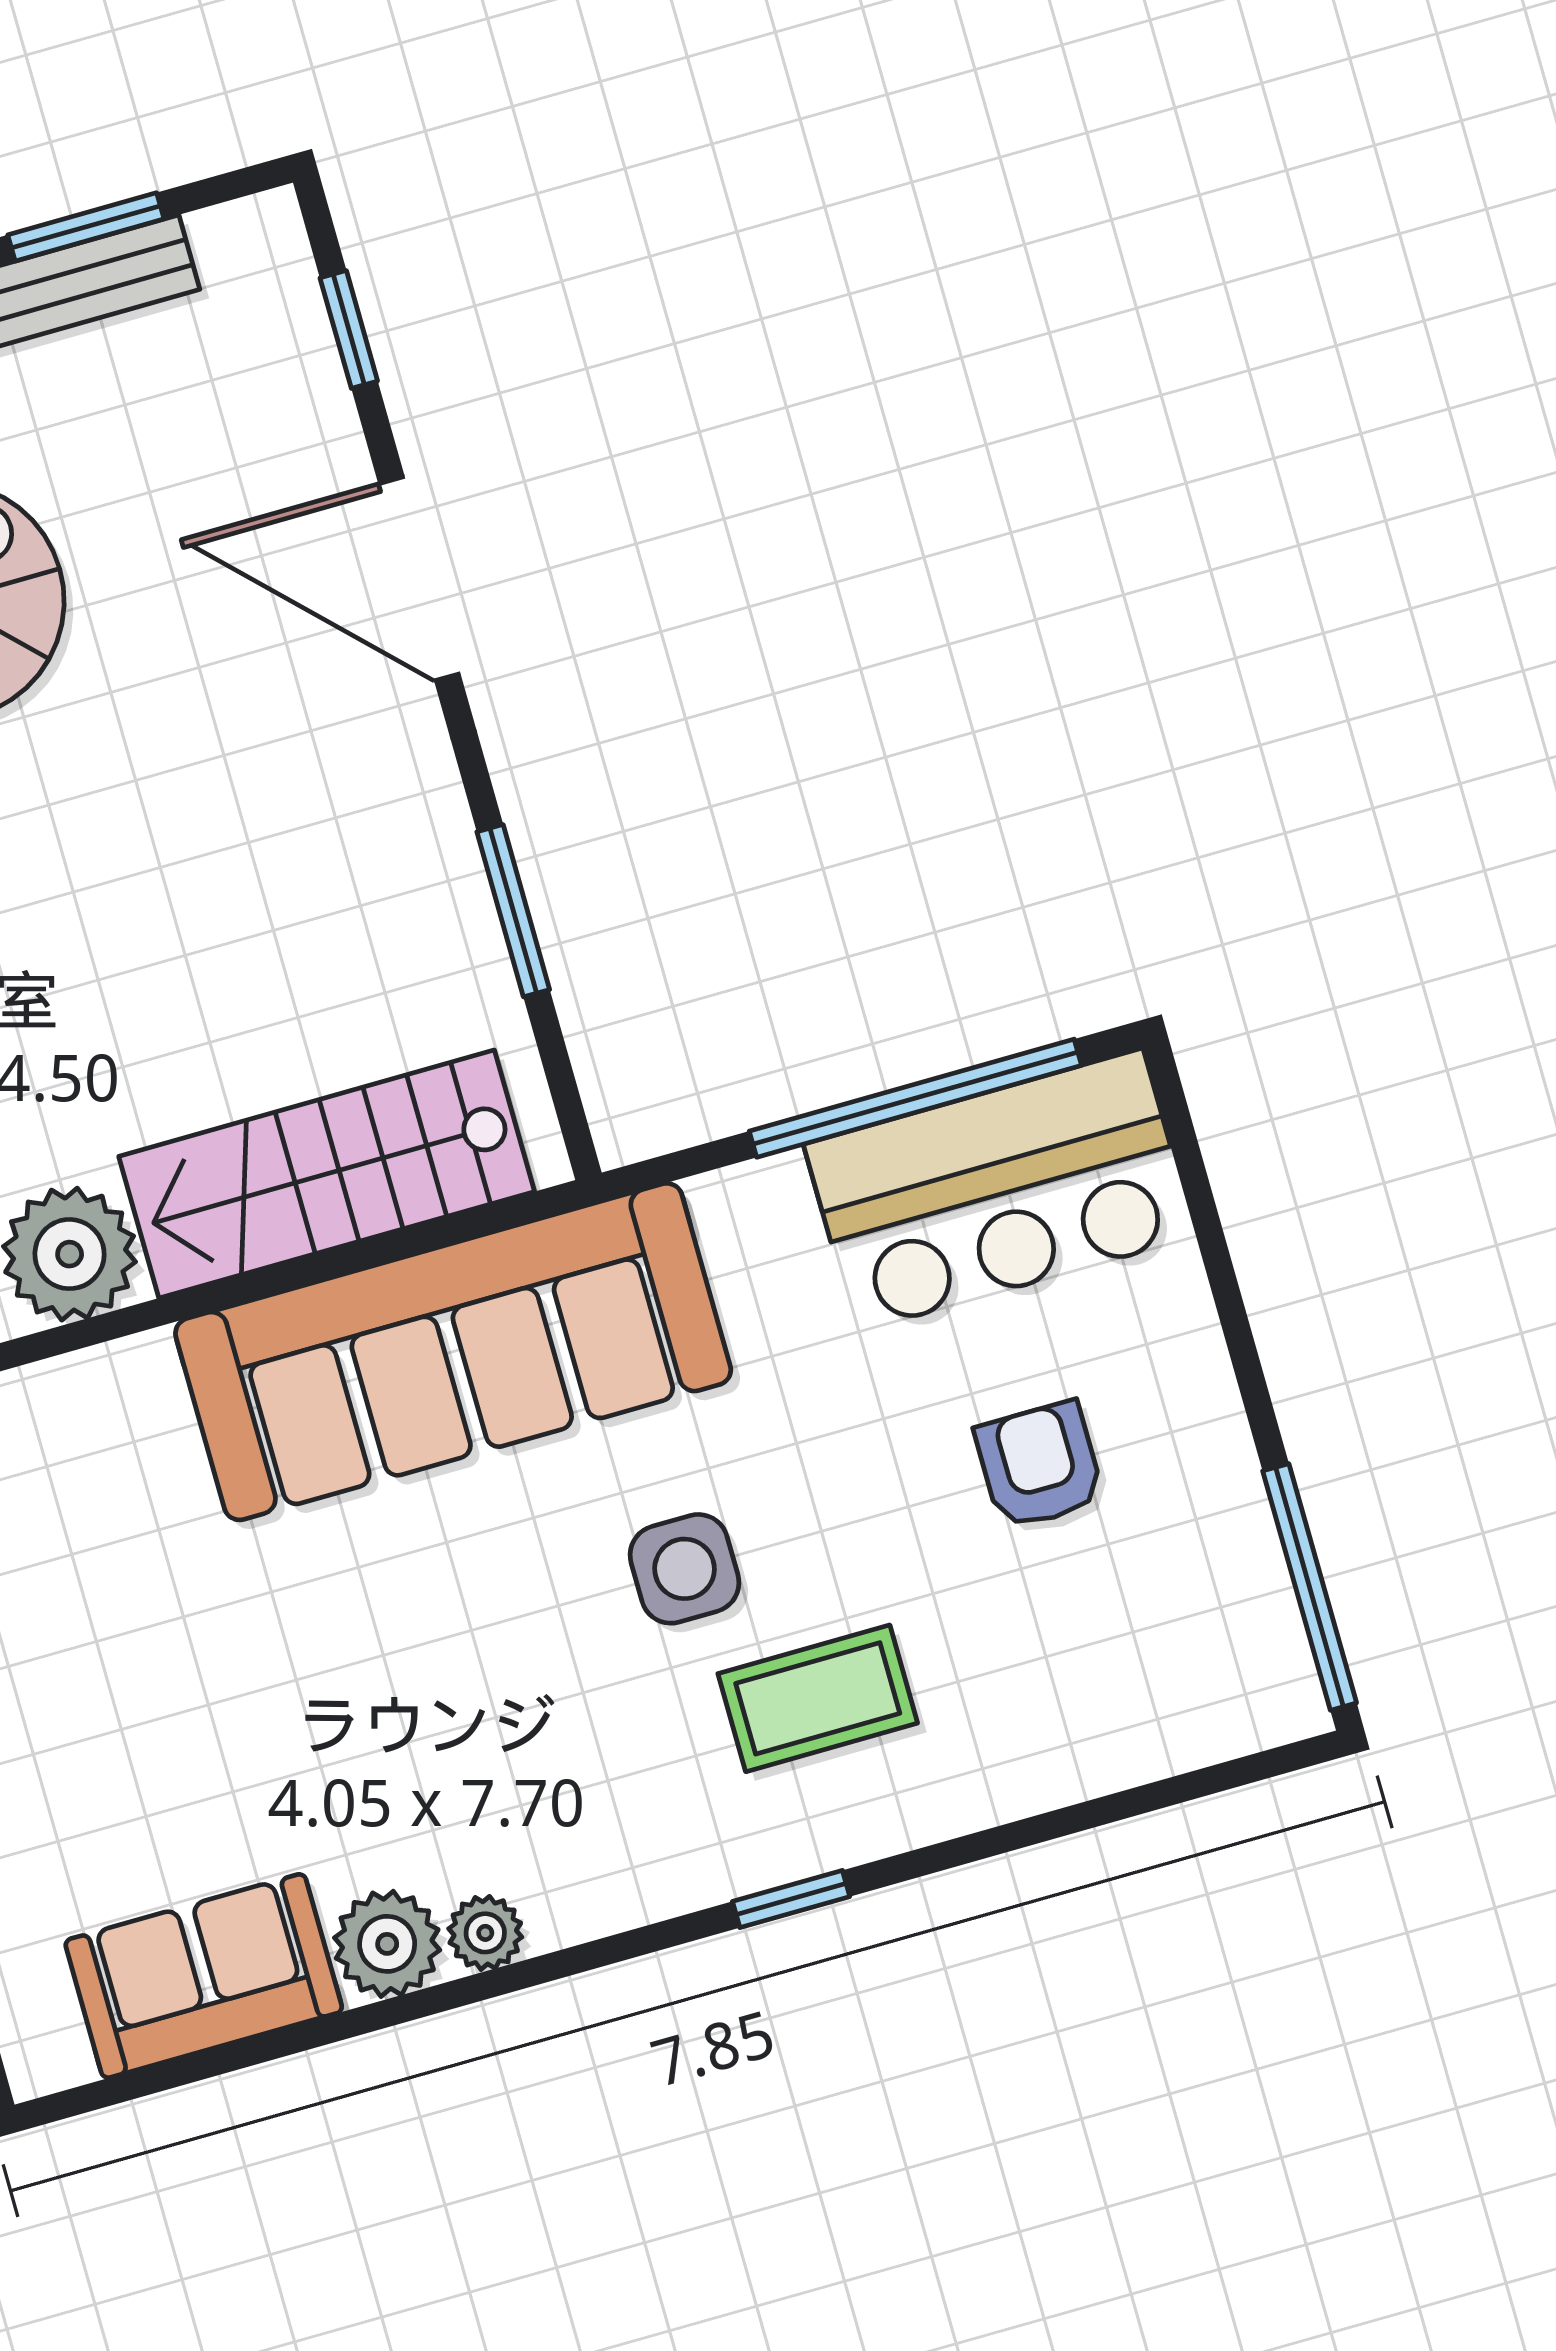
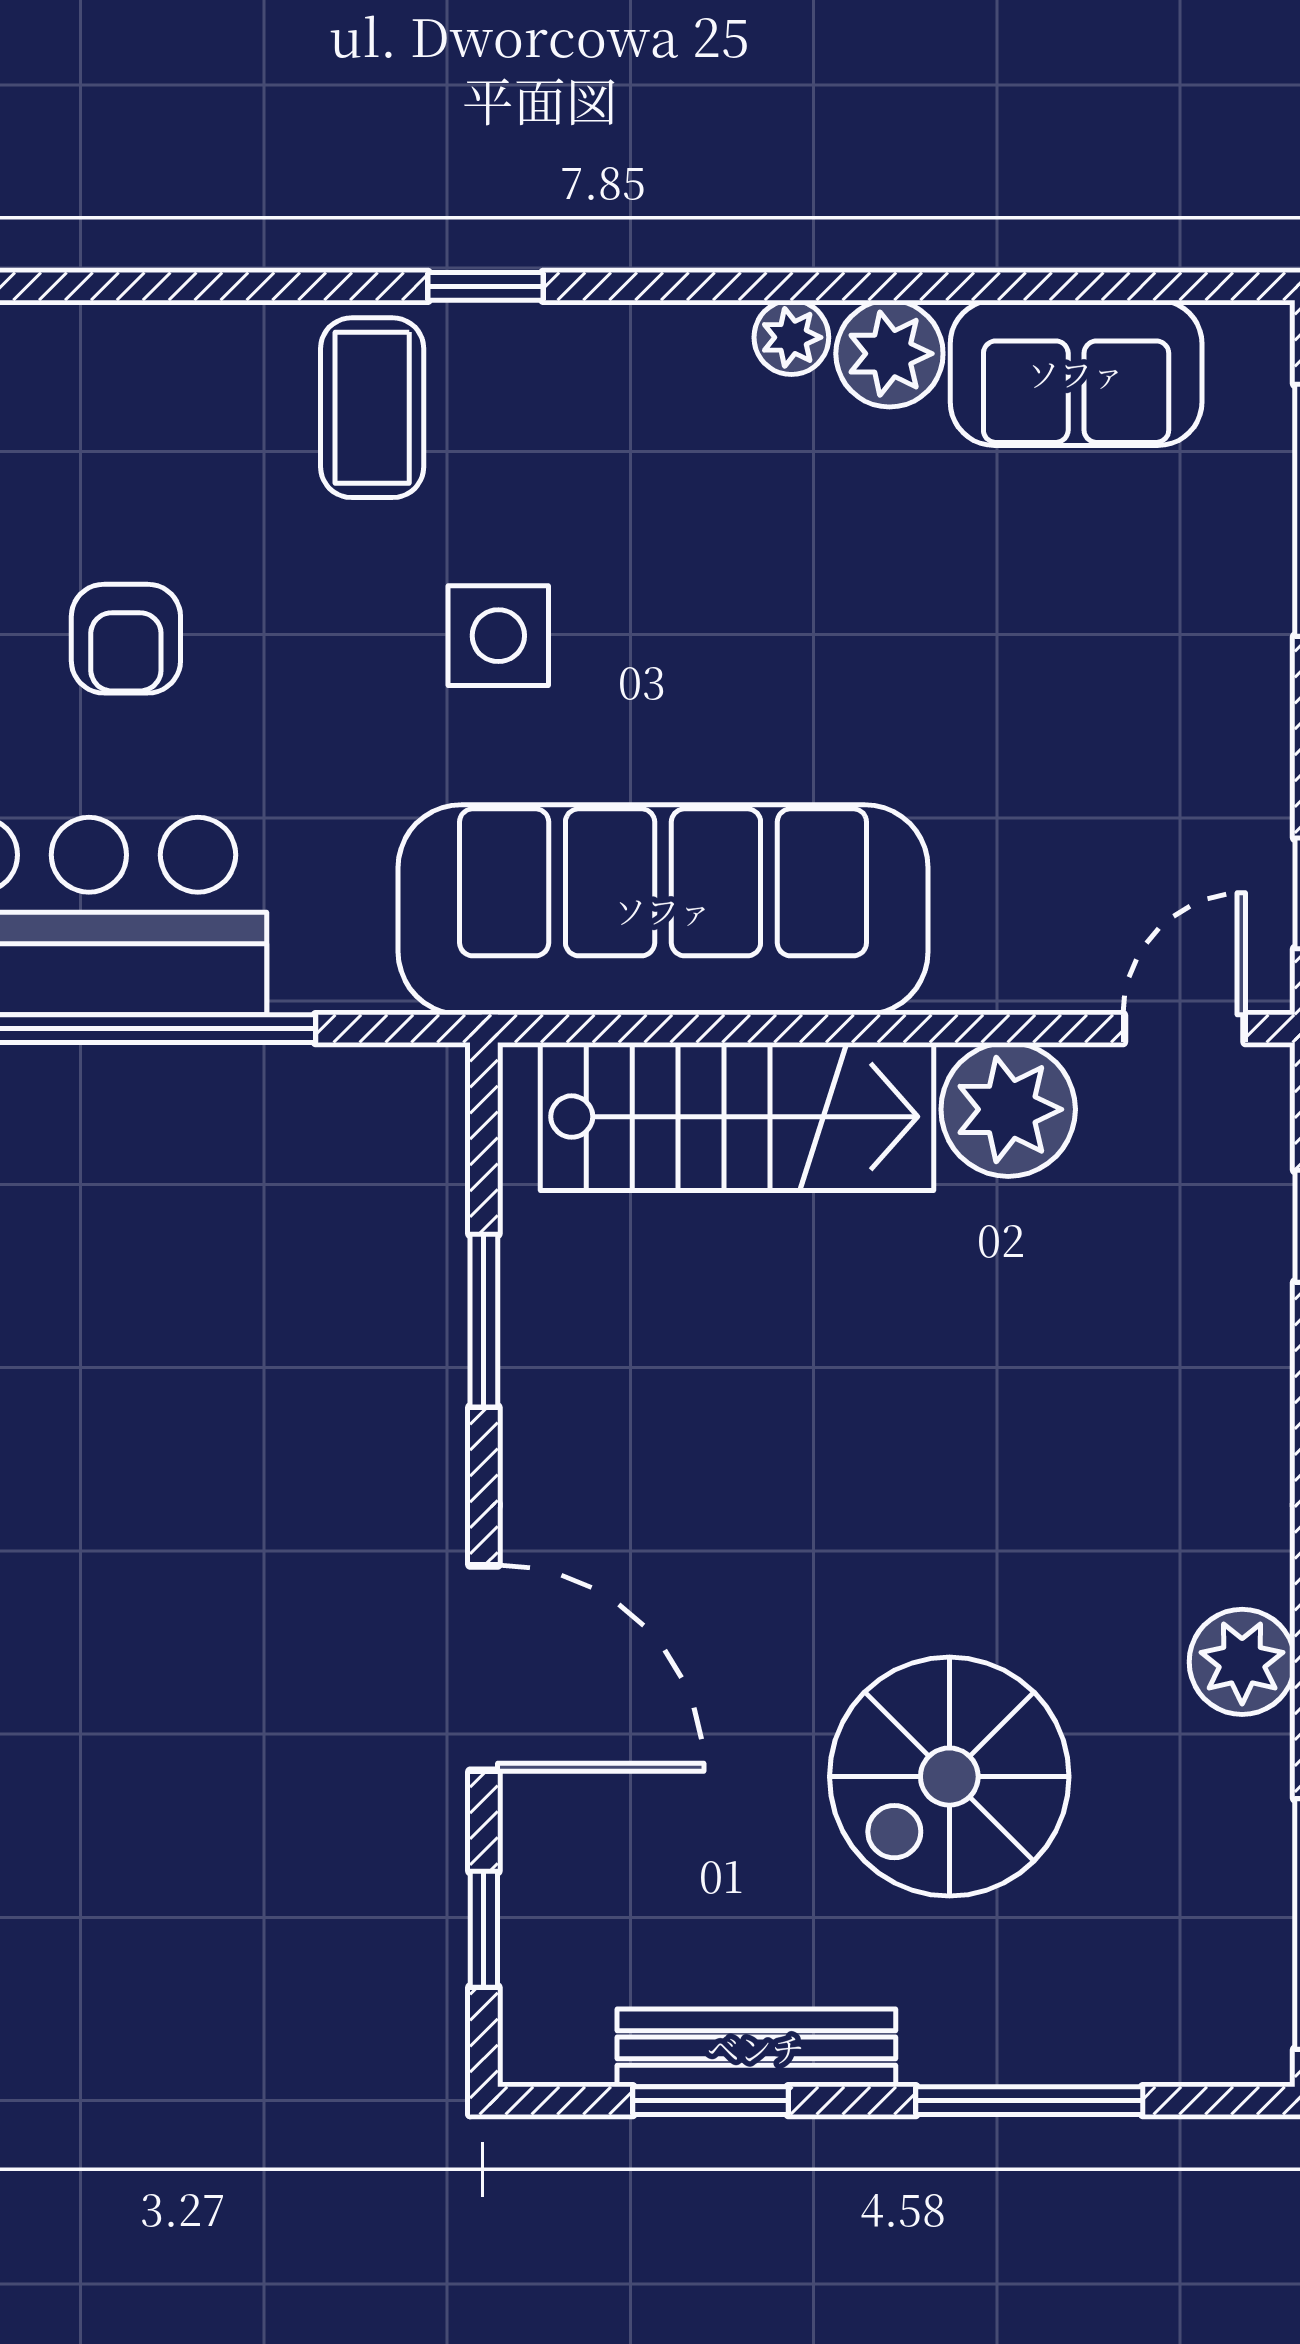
coffee table: (818, 1698) -> (372, 408), moved, turned 90

